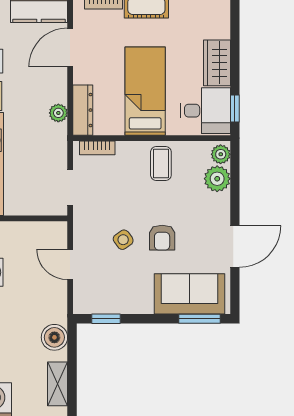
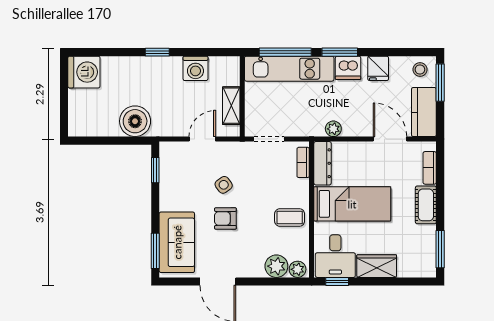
dresser: (83, 110) -> (323, 163), moved, turned -90
boiler: (54, 337) -> (135, 121), width x1.37, depth x1.37
shelving: (58, 384) -> (231, 106), moved, turned 90

